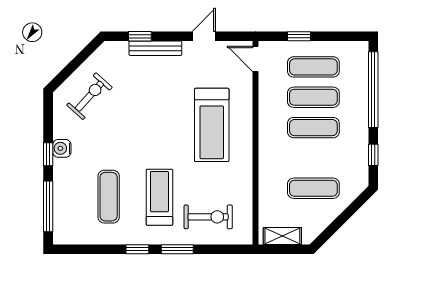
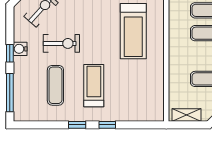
exercise bike: (208, 217) -> (61, 43), moved
window: (177, 249) -> (107, 125), width x0.67

